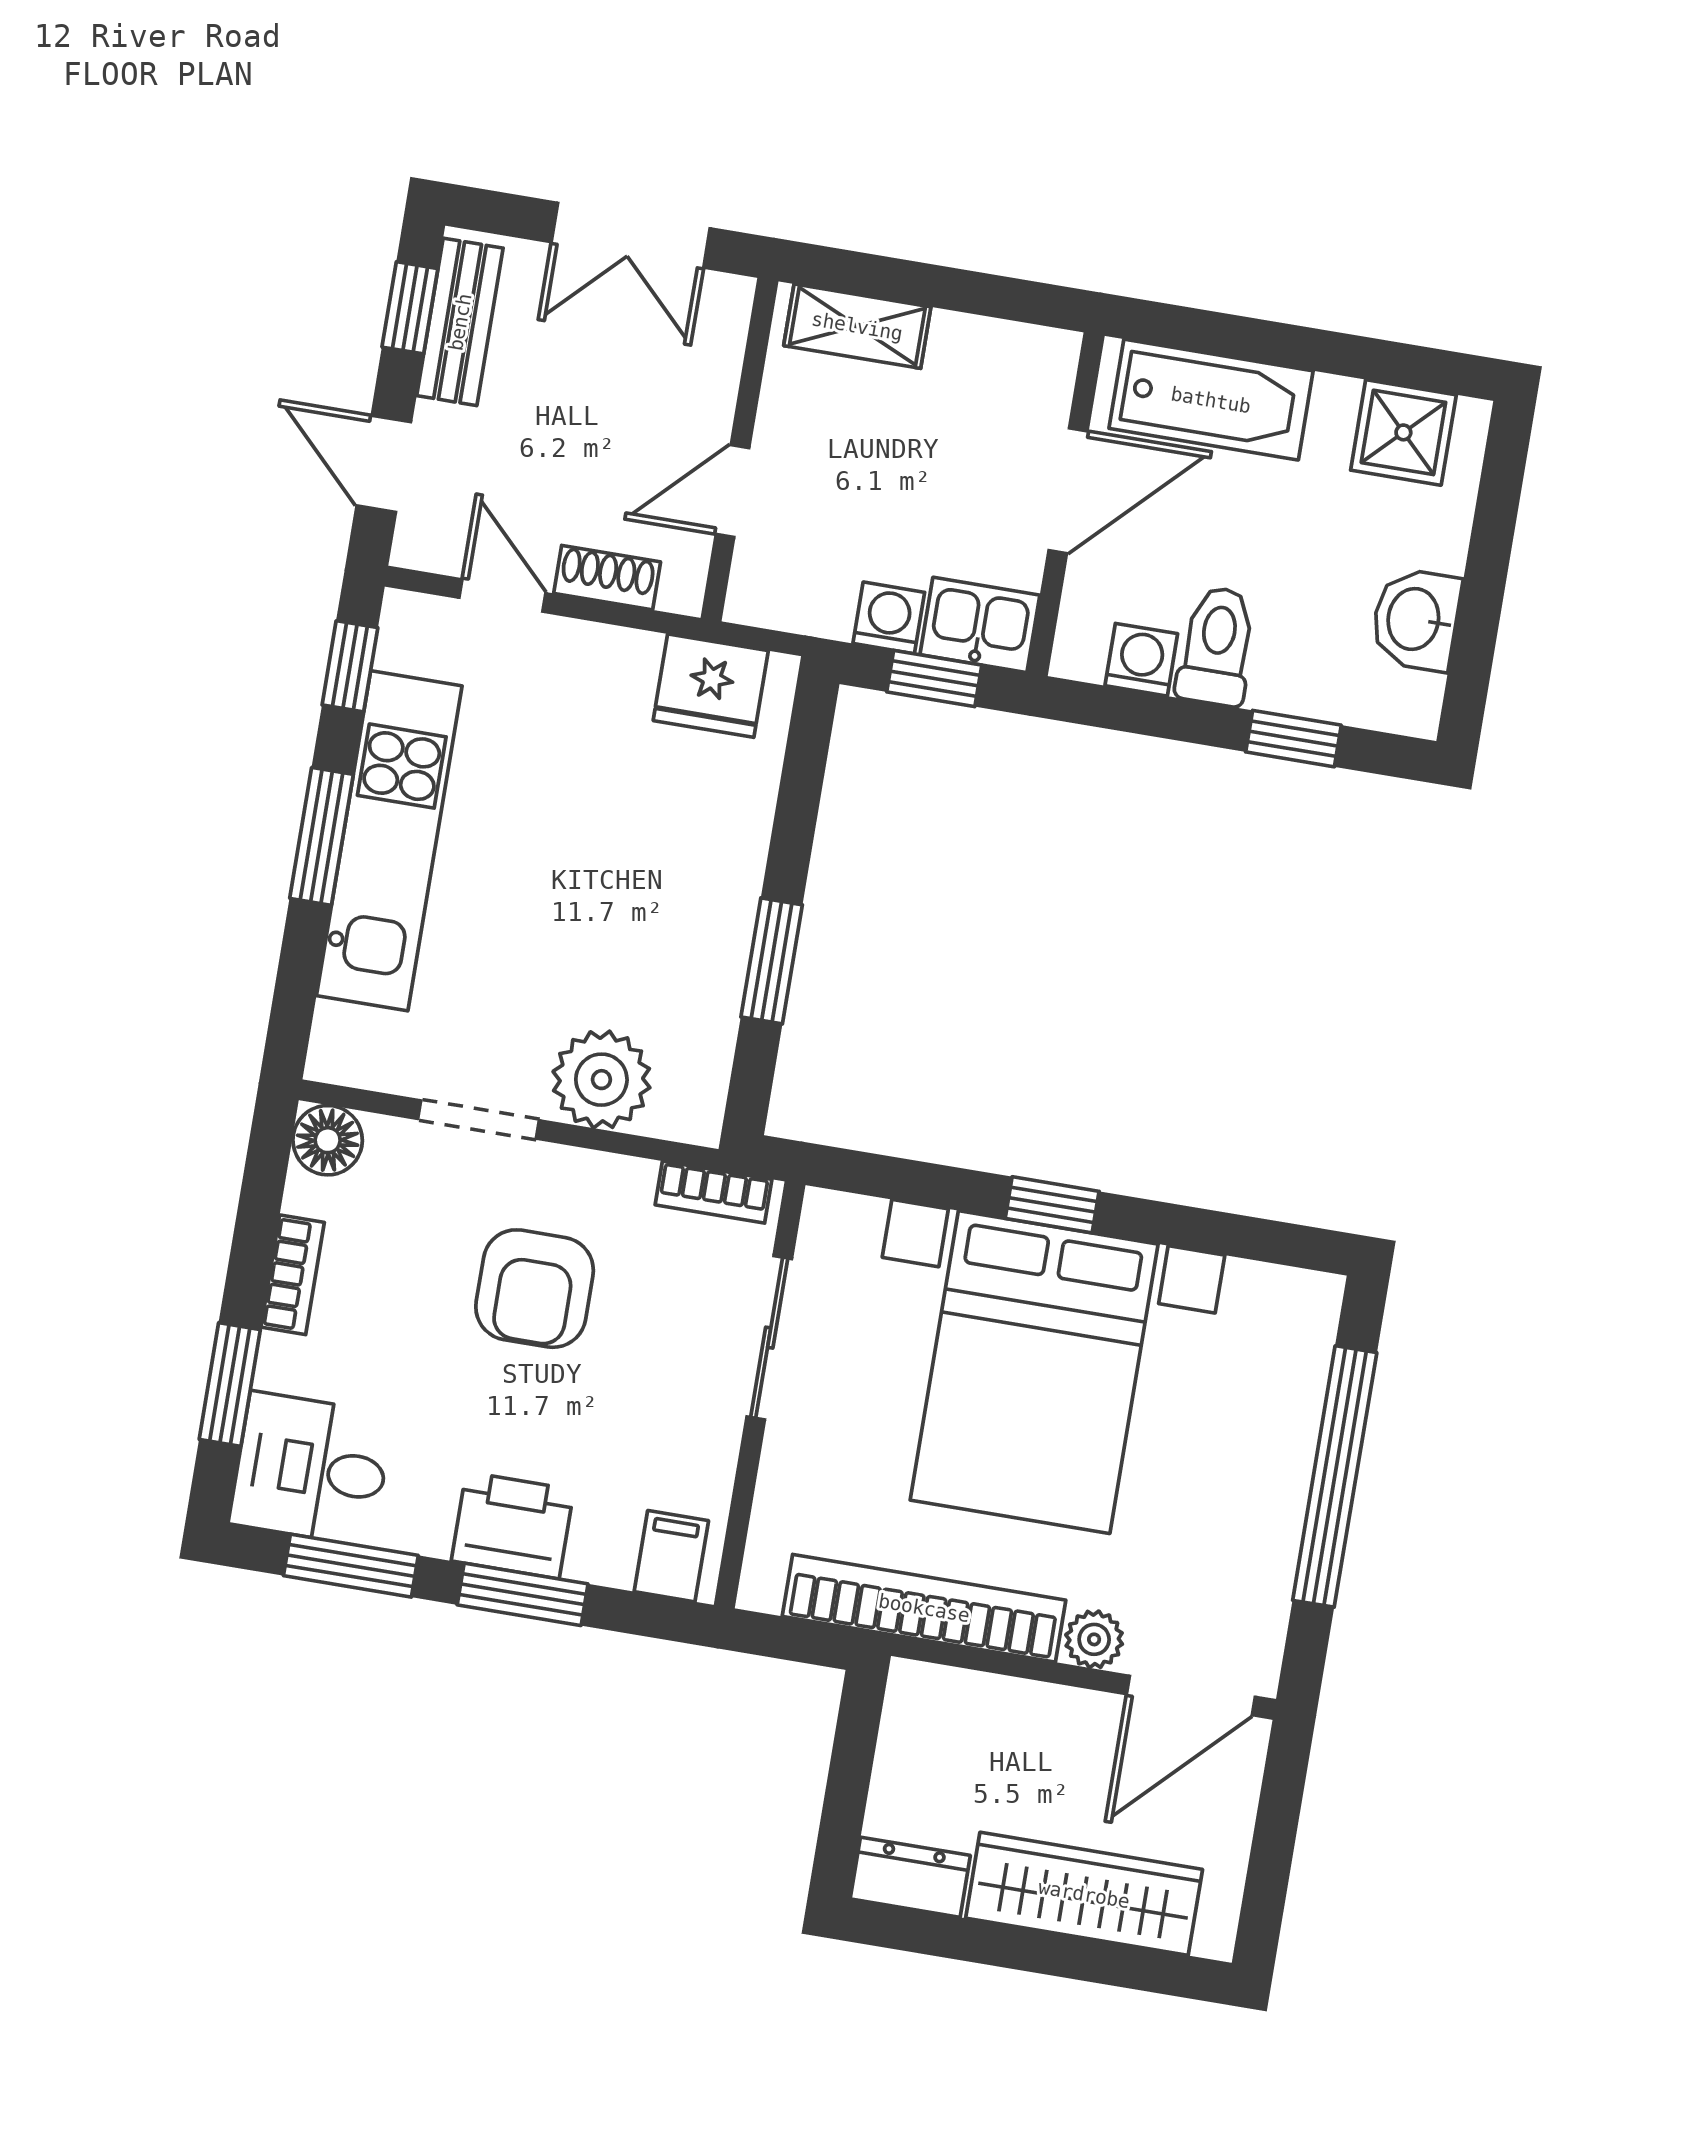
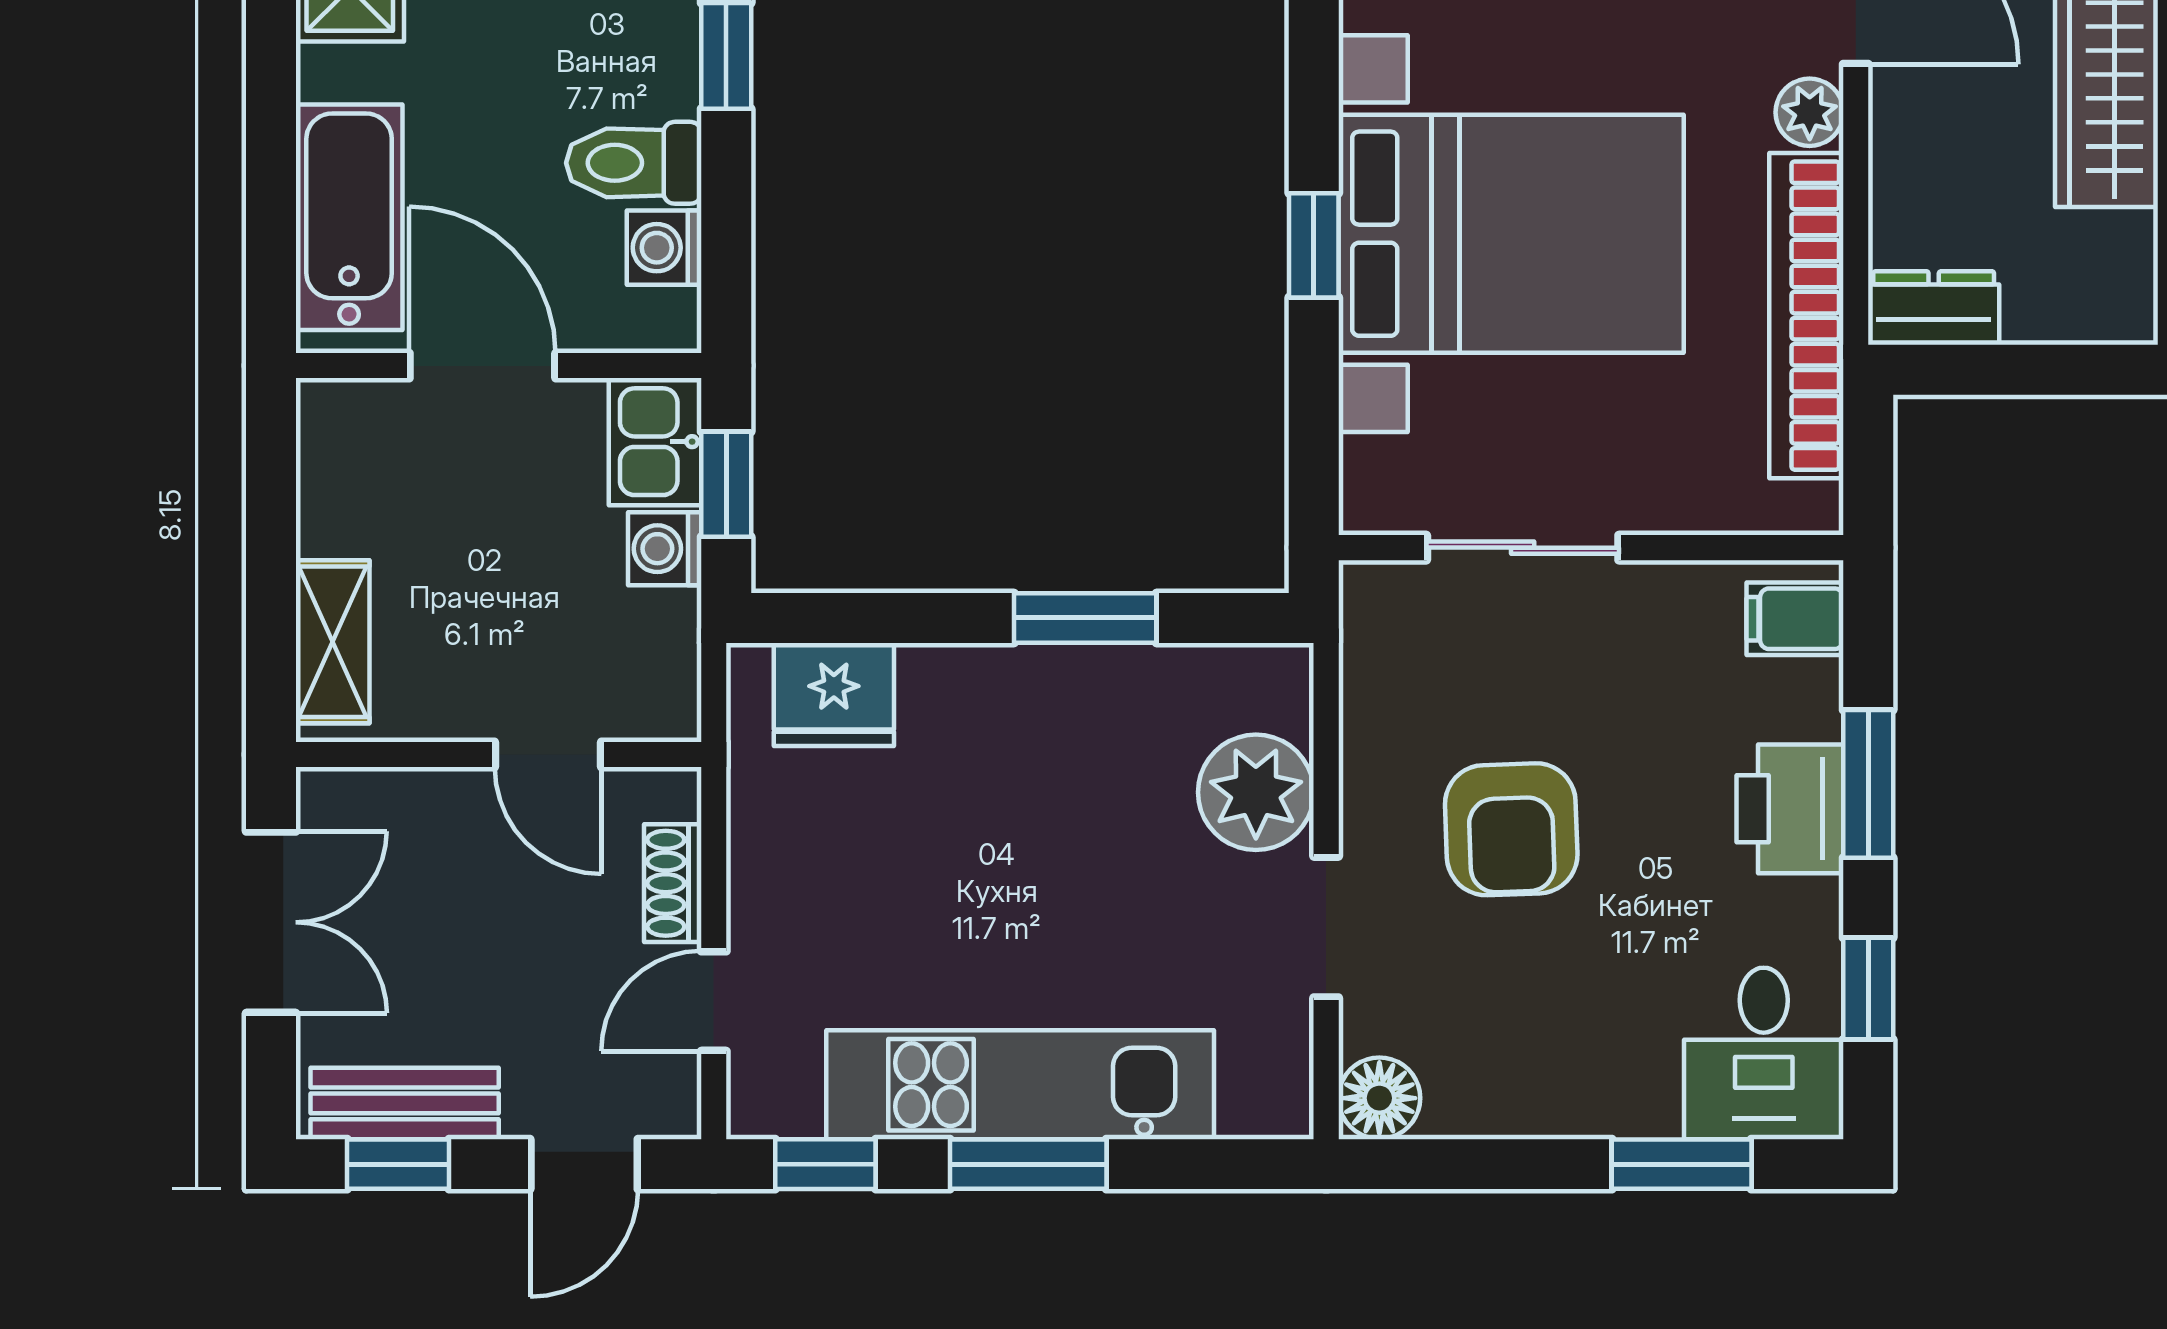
fridge: (711, 686) -> (834, 694), moved, turned 90
bookcase: (714, 1192) -> (1365, 640), removed
bookcase: (293, 1275) -> (1542, 1113), removed
armchair: (535, 1289) -> (1511, 829), turned 88
window: (351, 1566) -> (1868, 989), width x0.67
dresser: (910, 1877) -> (1934, 308), moved, turned 90

